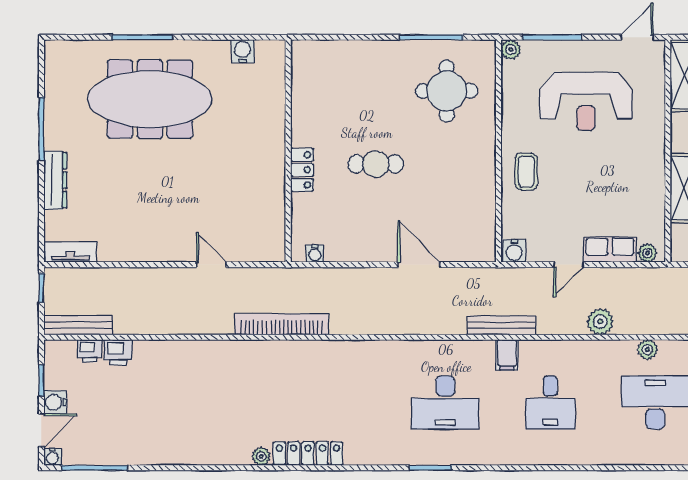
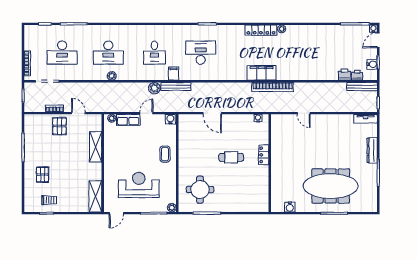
plant: (600, 322) -> (154, 88), moved
filing cabinet: (307, 356) -> (262, 73), added
water cooler: (55, 402) -> (372, 64), moved
desk: (550, 403) -> (154, 53), turned 180

